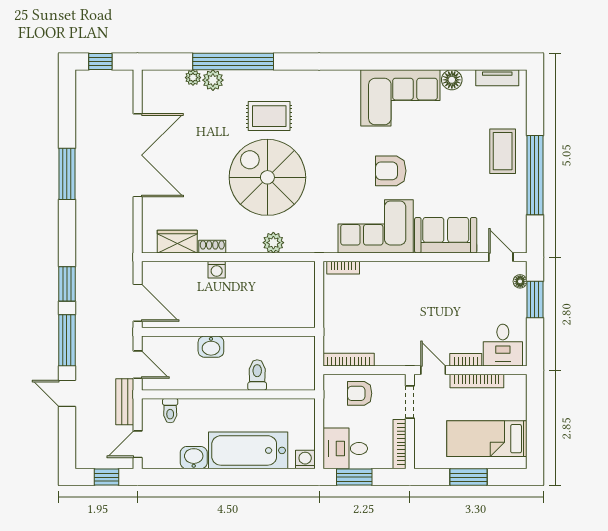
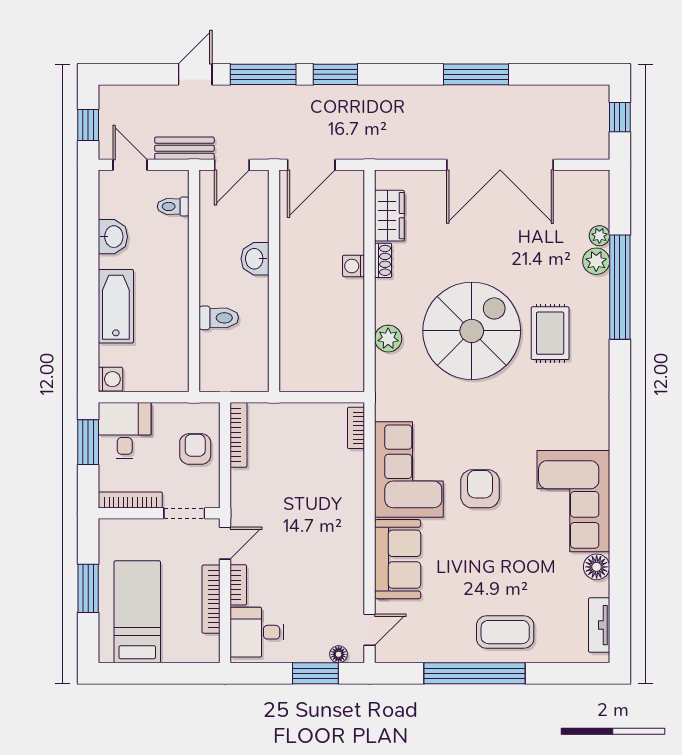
bathtub: (248, 450) -> (116, 306), width x0.73, depth x0.73

